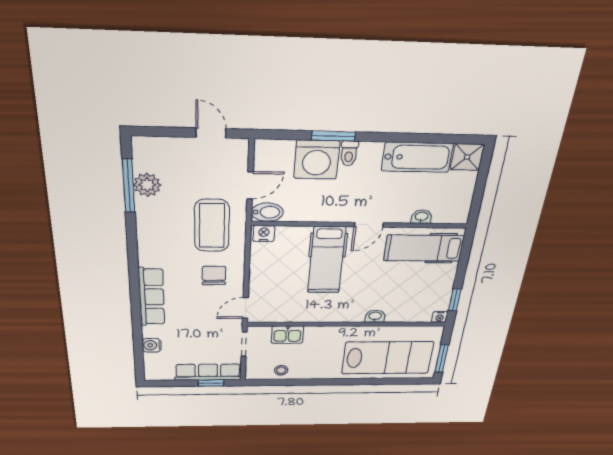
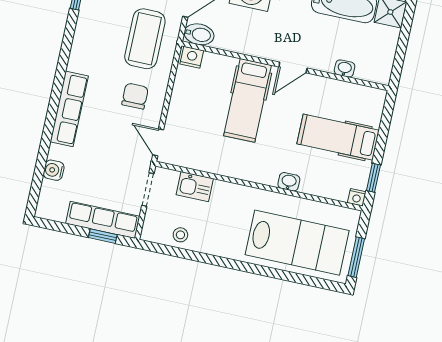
hospital bed: (424, 248) -> (338, 137), moved
door: (245, 308) -> (158, 142), hinge flipped

